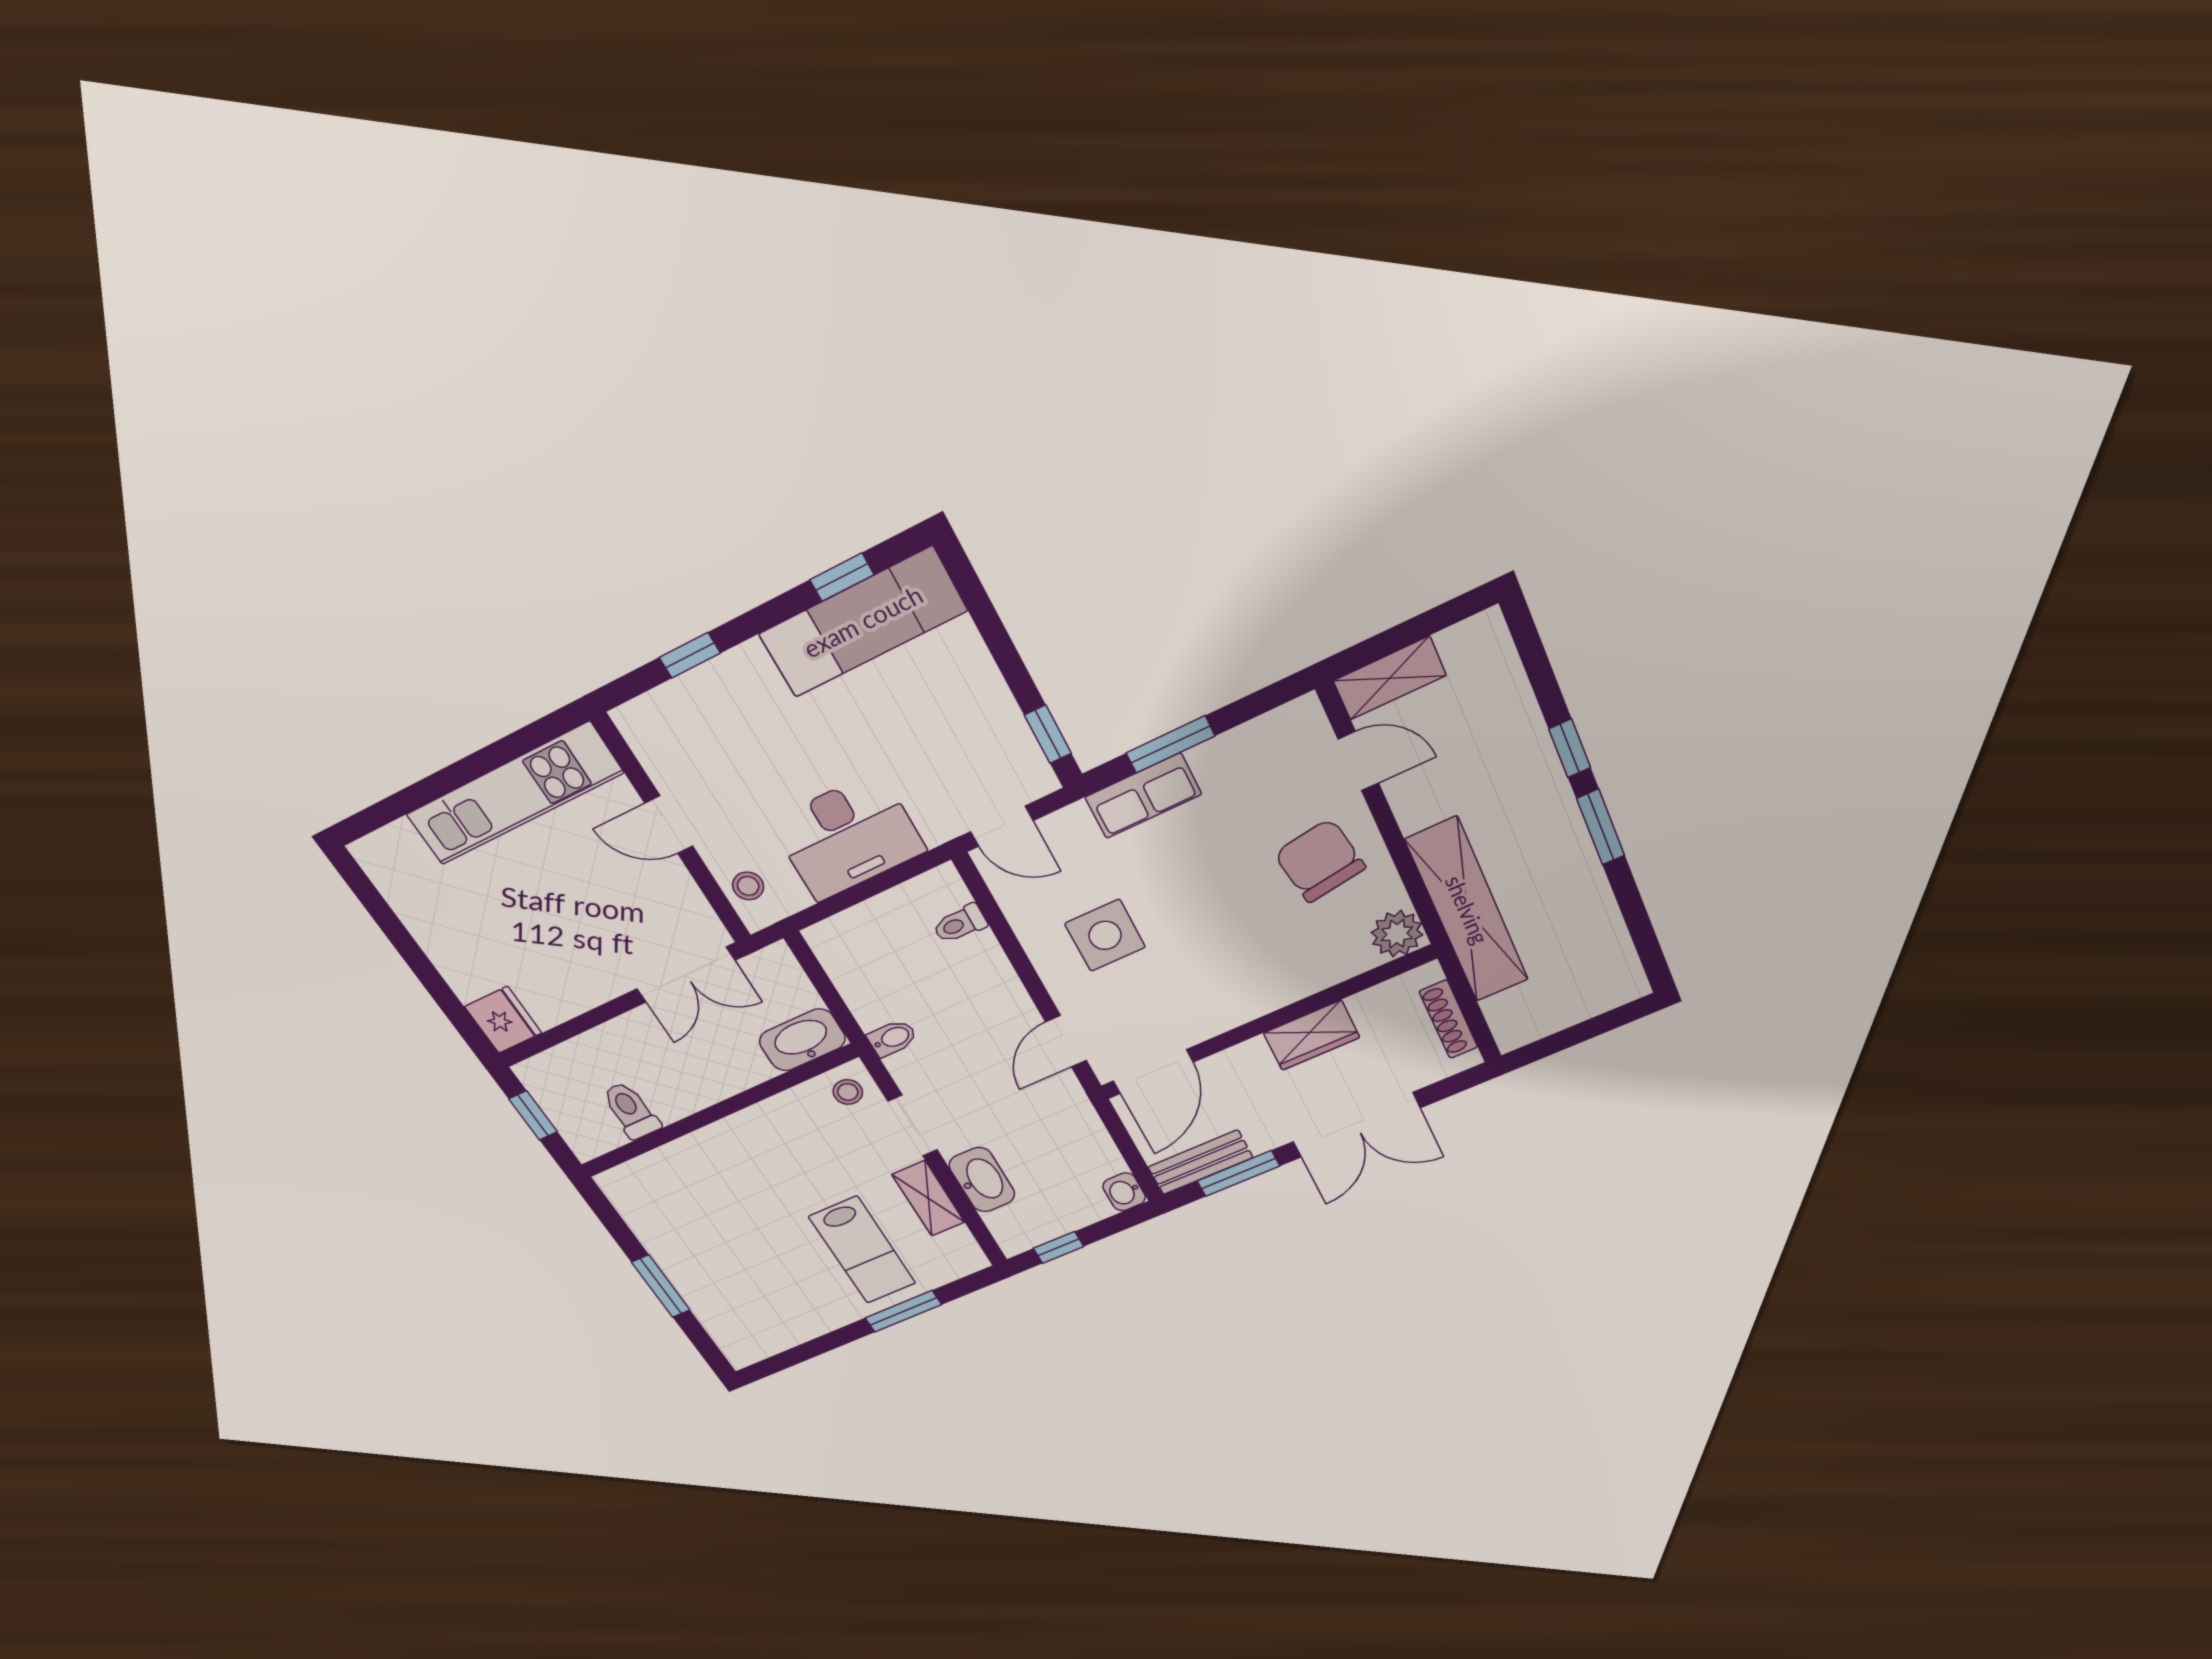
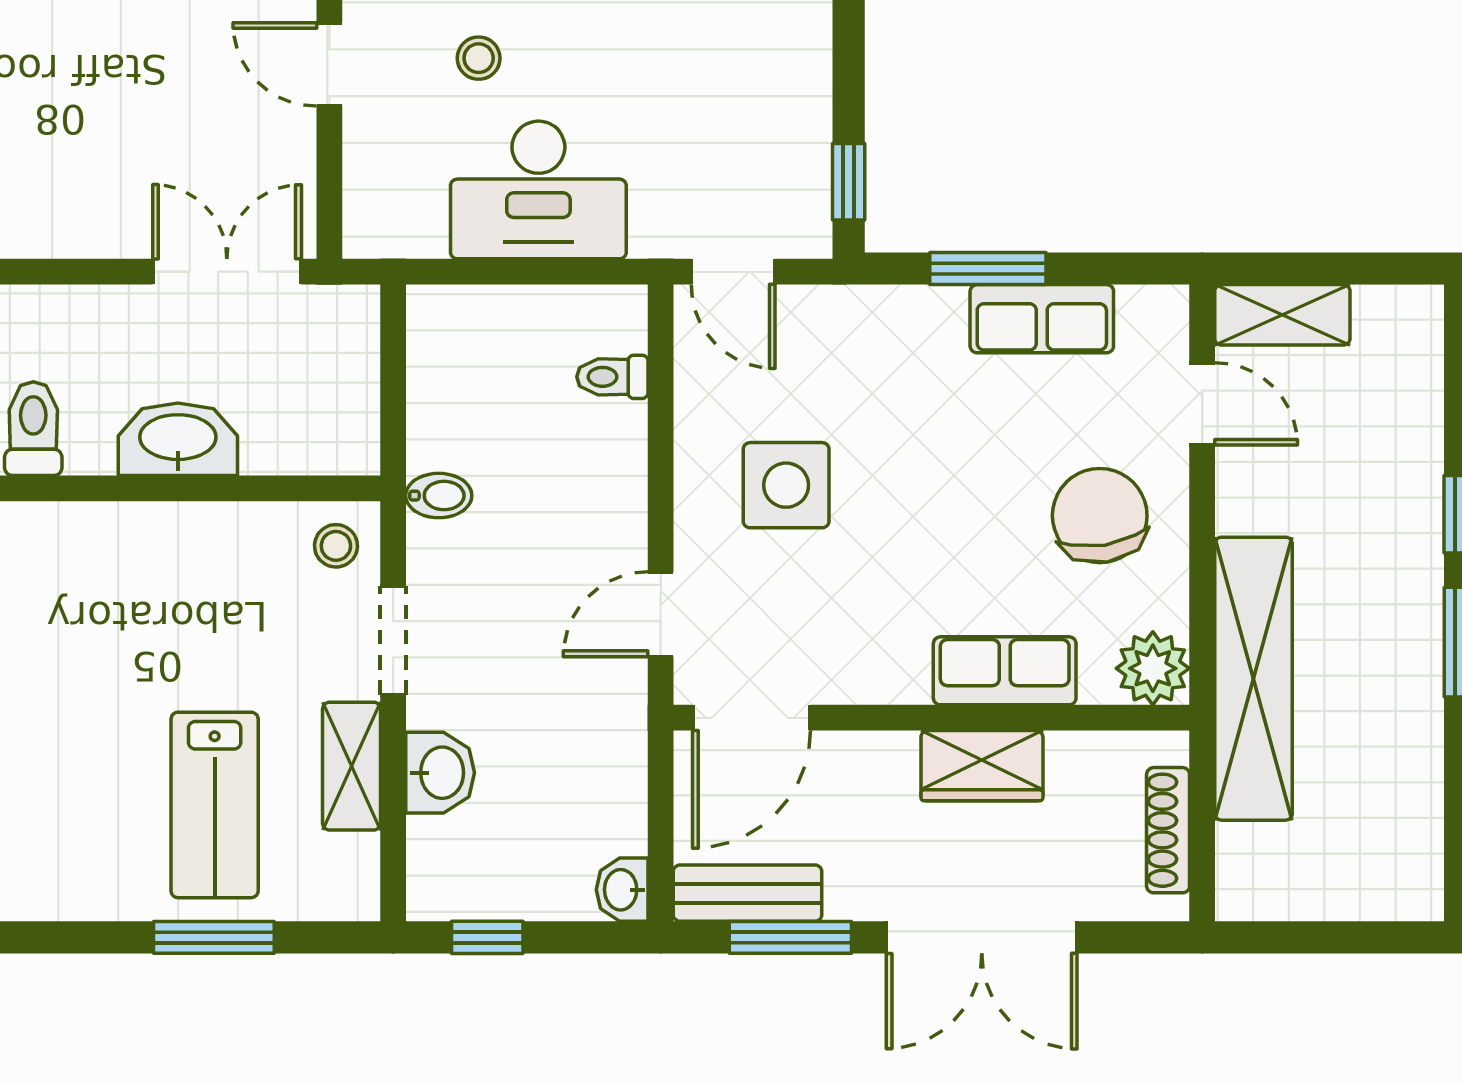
row of seats: (1143, 796) -> (1042, 319), moved
stool: (748, 886) -> (479, 58), moved
double door: (686, 975) -> (227, 272), swing flipped
row of seats: (1300, 977) -> (1005, 671), added
washbasin: (802, 1040) -> (178, 439), moved
washbasin: (982, 1180) -> (440, 773), width x0.72

